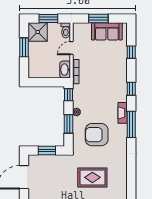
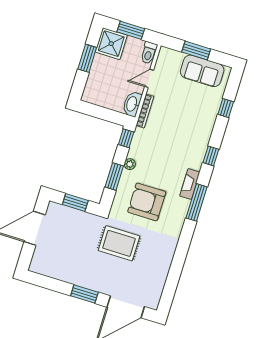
rug: (92, 177) -> (119, 243), moved

